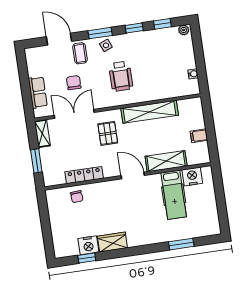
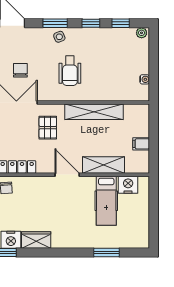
coffee table: (80, 53) -> (31, 41), removed

